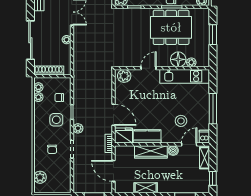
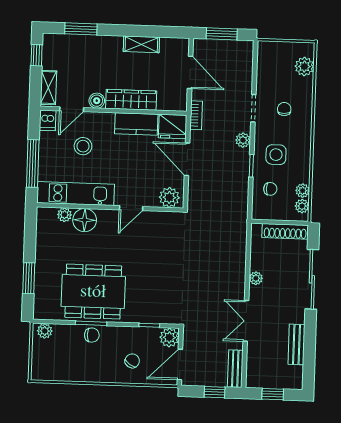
floor lamp: (178, 59) -> (85, 220), moved
plant: (191, 62) -> (64, 215), moved
door: (149, 68) -> (131, 208), moved
wall: (162, 68) -> (110, 207), moved
plant: (124, 76) -> (169, 197), moved
kitchen unit: (185, 76) -> (76, 194), moved

